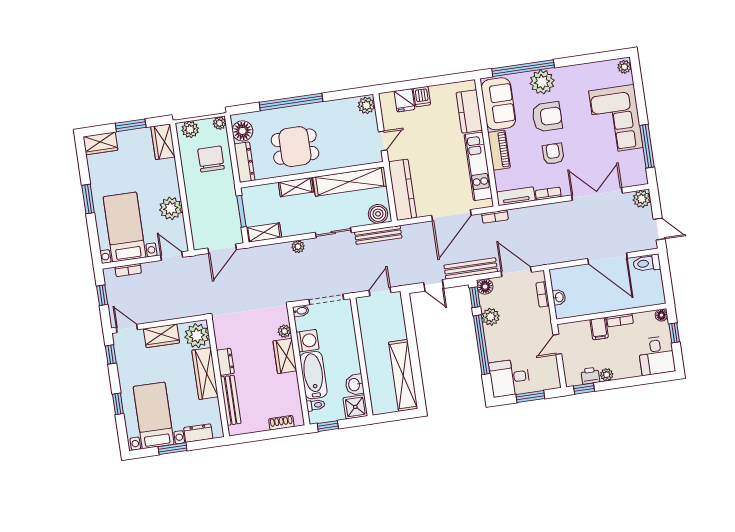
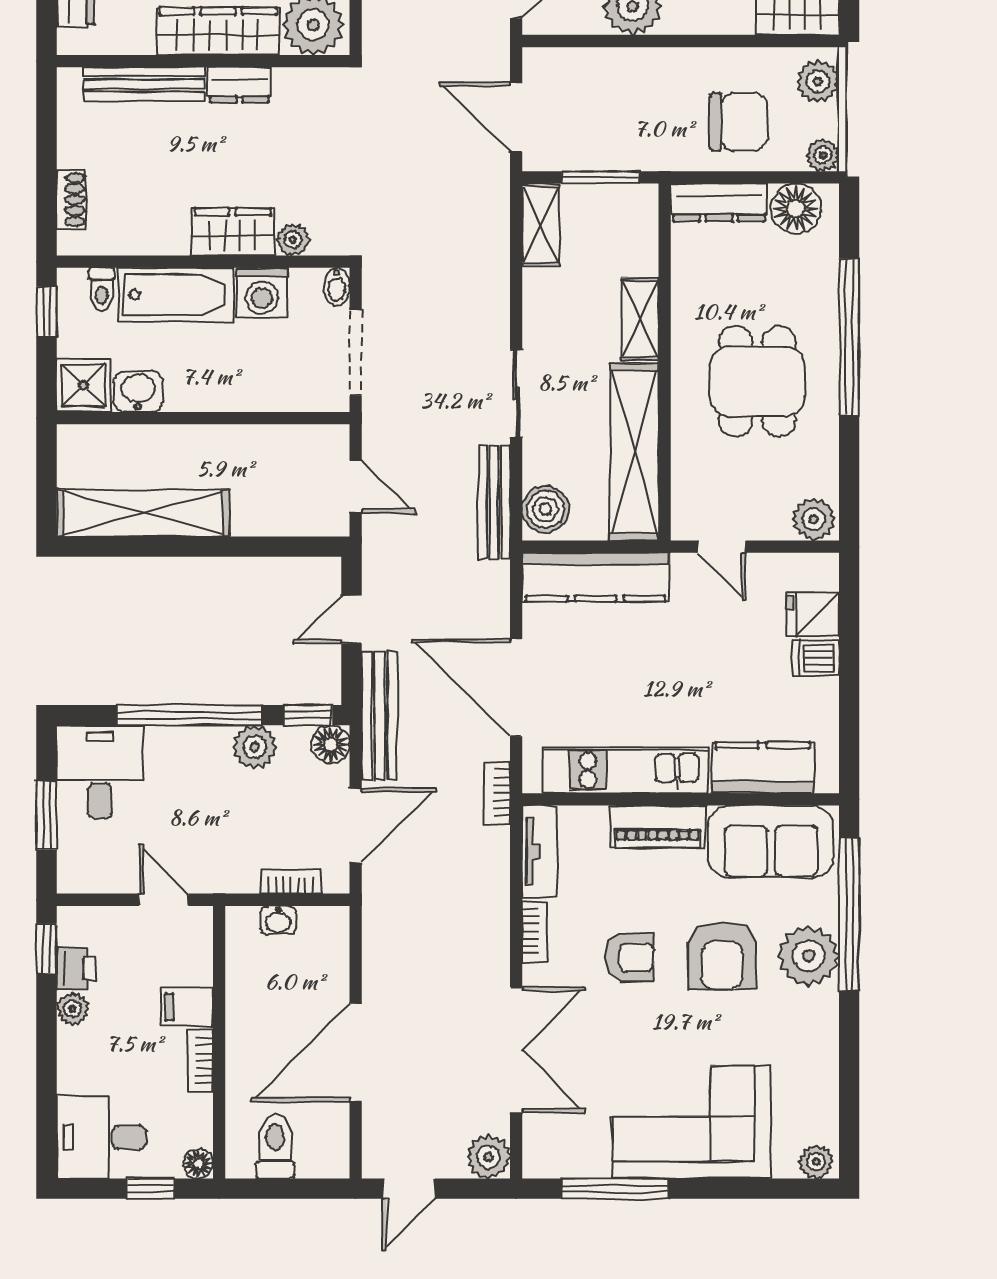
dining table: (295, 147) -> (757, 381), moved
plant: (298, 247) -> (494, 303), removed
toilet: (647, 263) -> (275, 1146), moved

